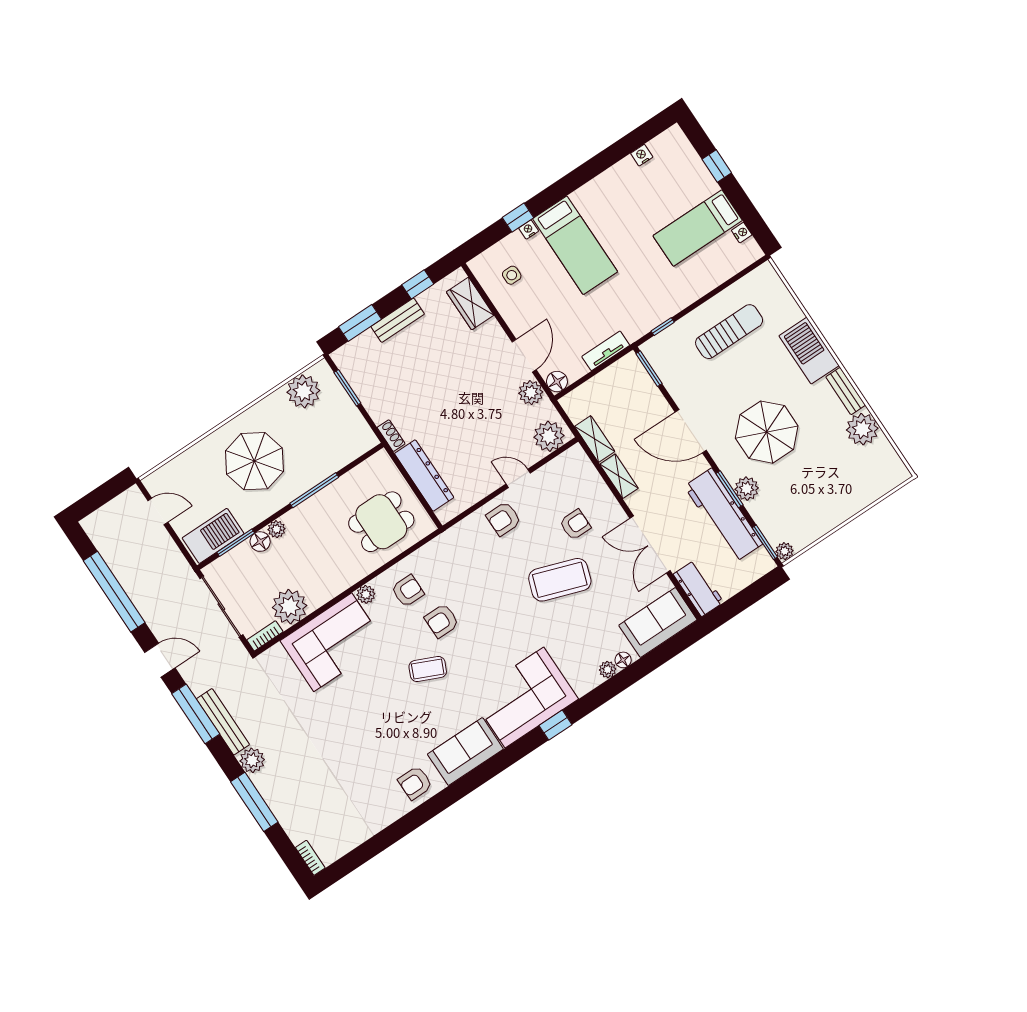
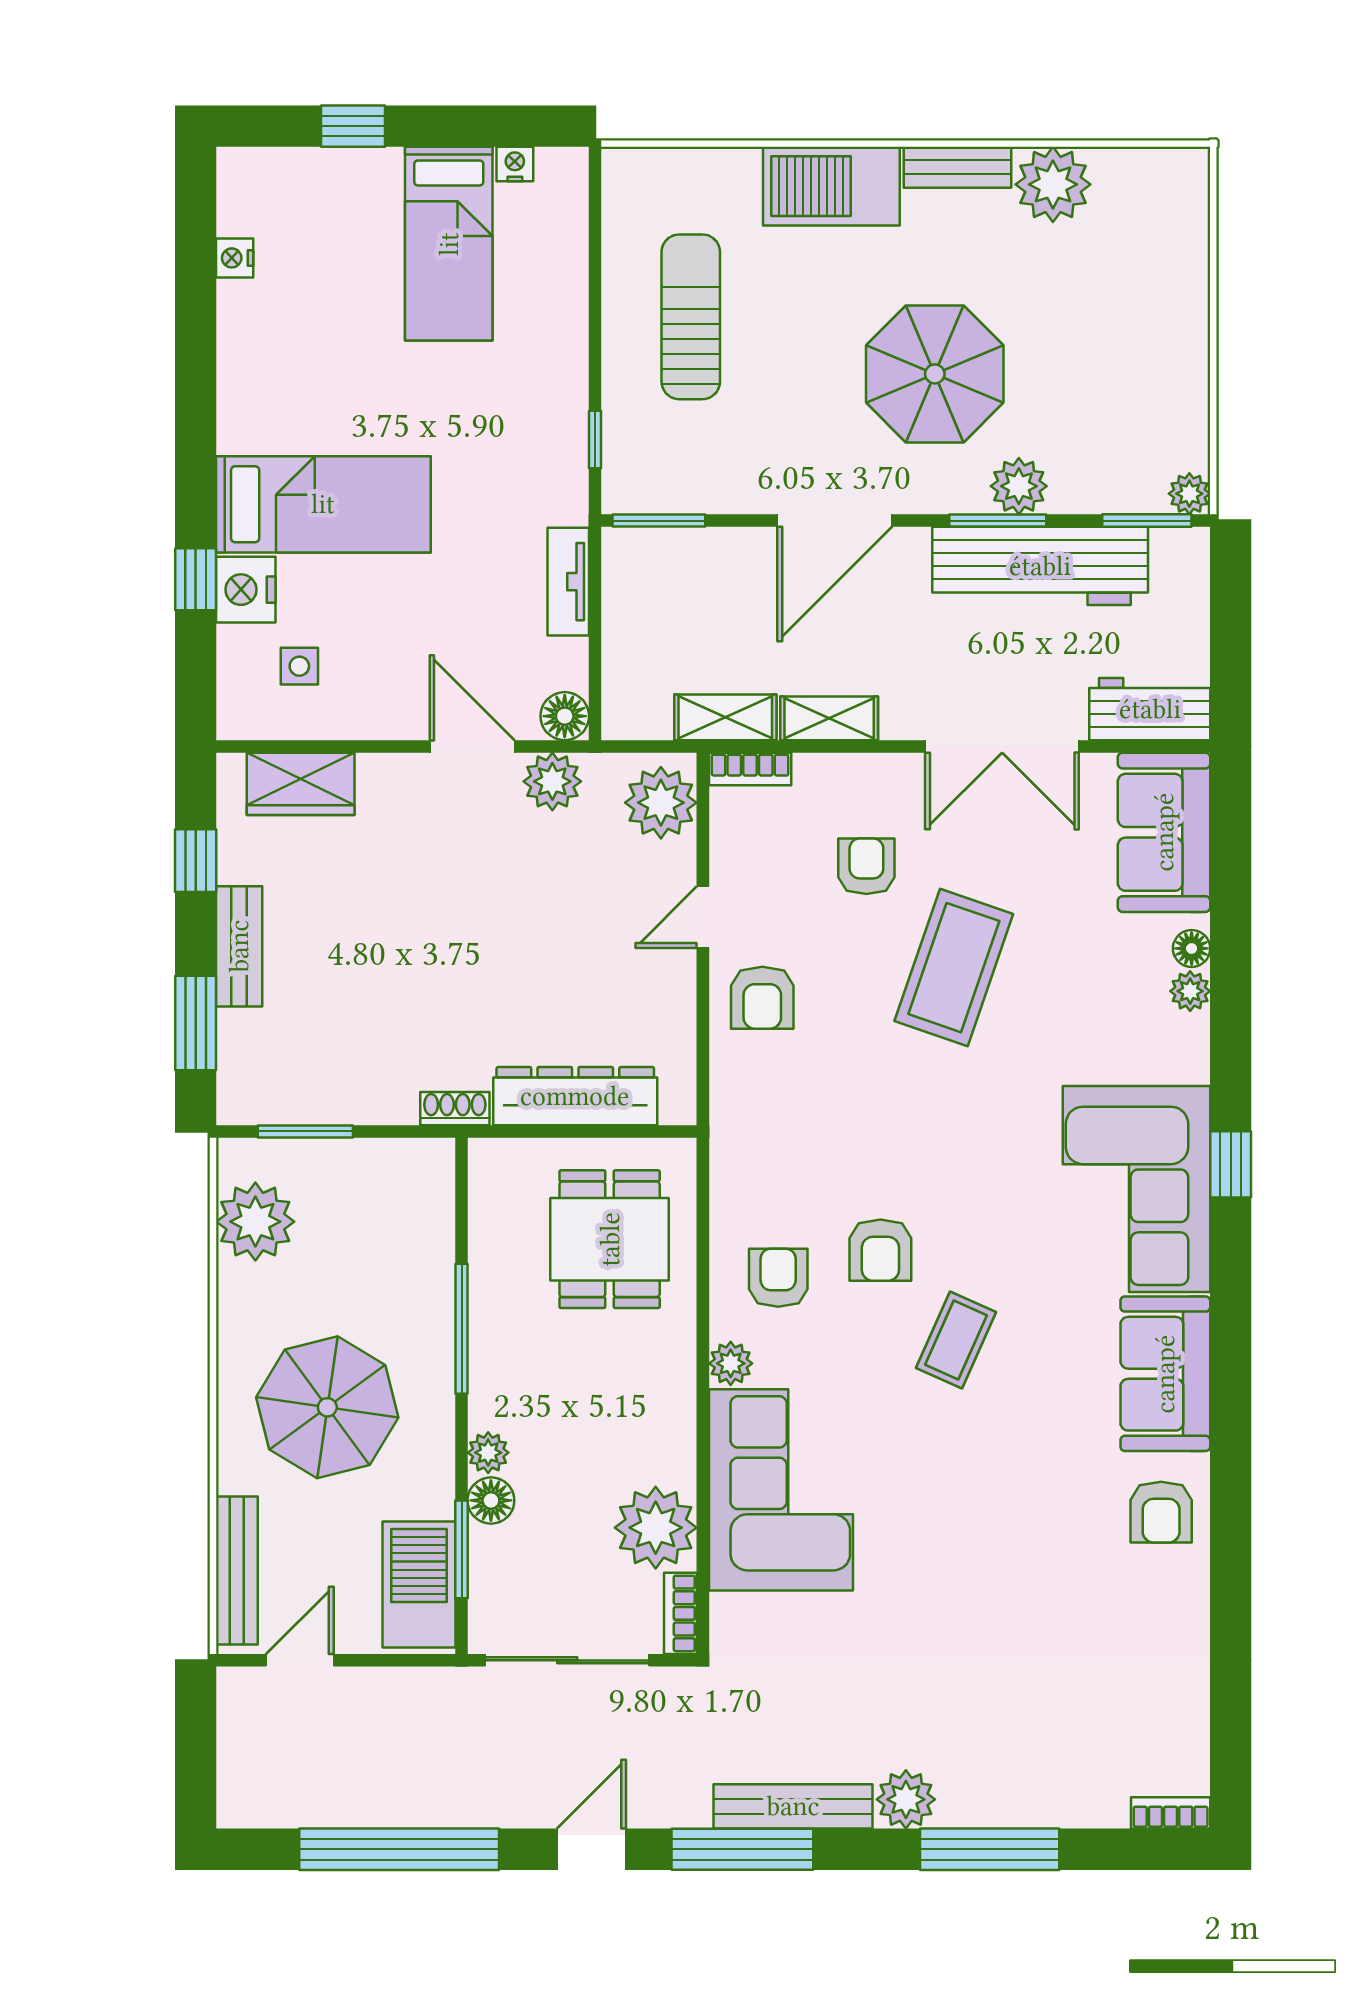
nightstand: (529, 230) -> (246, 590), width x1.89, depth x1.79
bookcase: (582, 460) -> (750, 769), added
bench: (175, 468) -> (237, 1570), added

